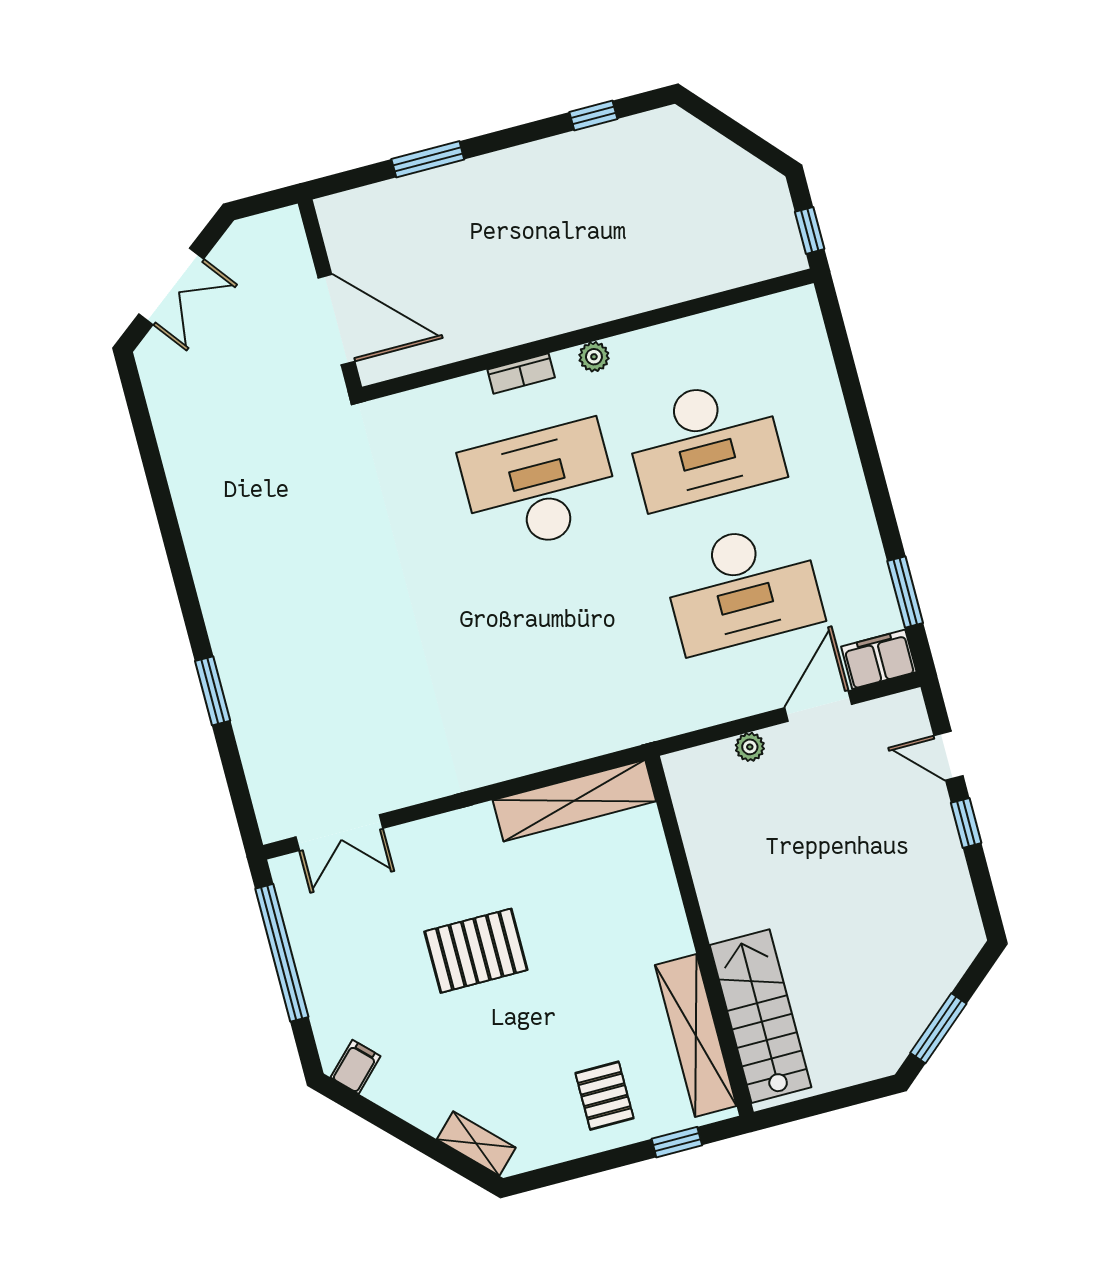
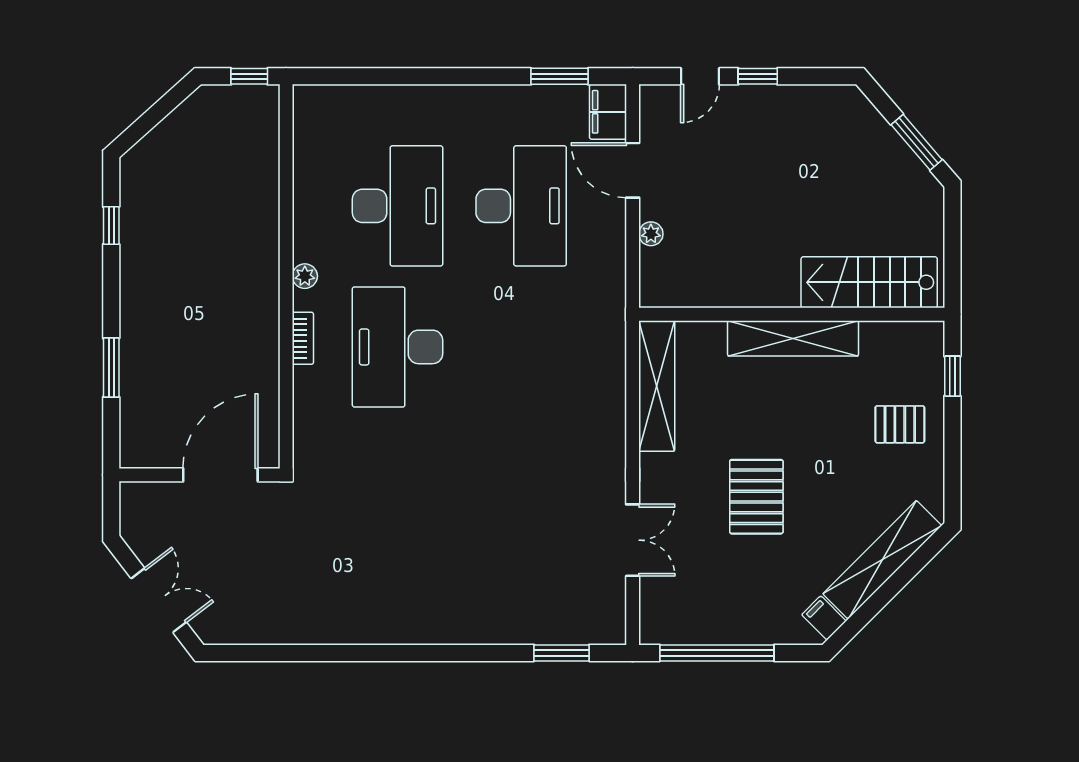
window: (213, 691) -> (562, 653), moved
double door: (339, 833) -> (633, 540), moved
shelving: (696, 1036) -> (793, 338), moved
shelving: (476, 1143) -> (882, 560), width x2.20, depth x1.33

